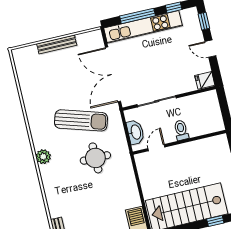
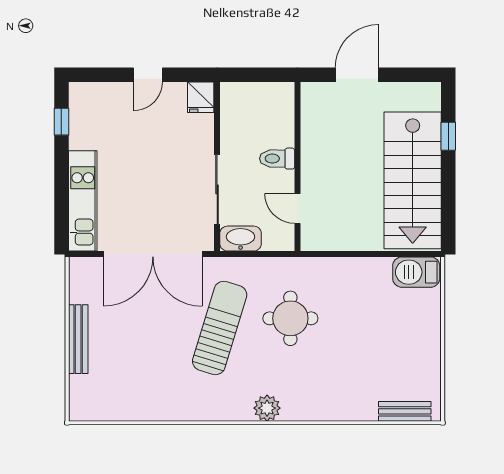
window: (137, 16) -> (61, 188), removed
window: (204, 21) -> (97, 75), removed
kitchen unit: (143, 27) -> (83, 201), width x0.73
washbasin: (135, 132) -> (241, 239), moved

